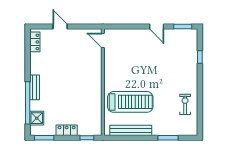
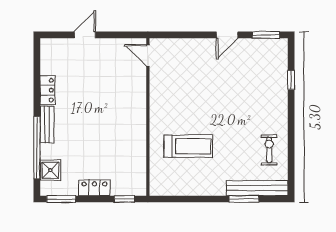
door: (60, 27) -> (85, 35), hinge flipped
door: (157, 27) -> (227, 35), hinge flipped
locker: (35, 42) -> (48, 90), moved
treadmill: (130, 102) -> (188, 146), width x0.73, depth x0.73
bench: (131, 130) -> (257, 188), moved

